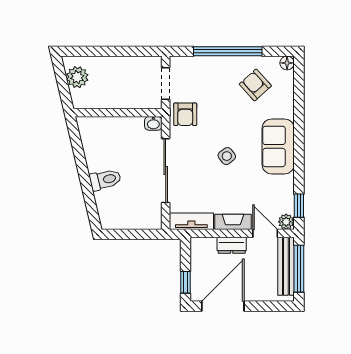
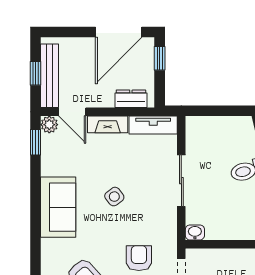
armchair: (185, 114) -> (139, 258), moved
sliding door: (166, 171) -> (181, 181), width x0.73
dresser: (232, 245) -> (131, 99), moved
window: (299, 269) -> (35, 73), width x0.46

